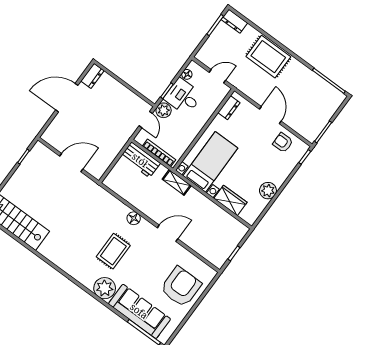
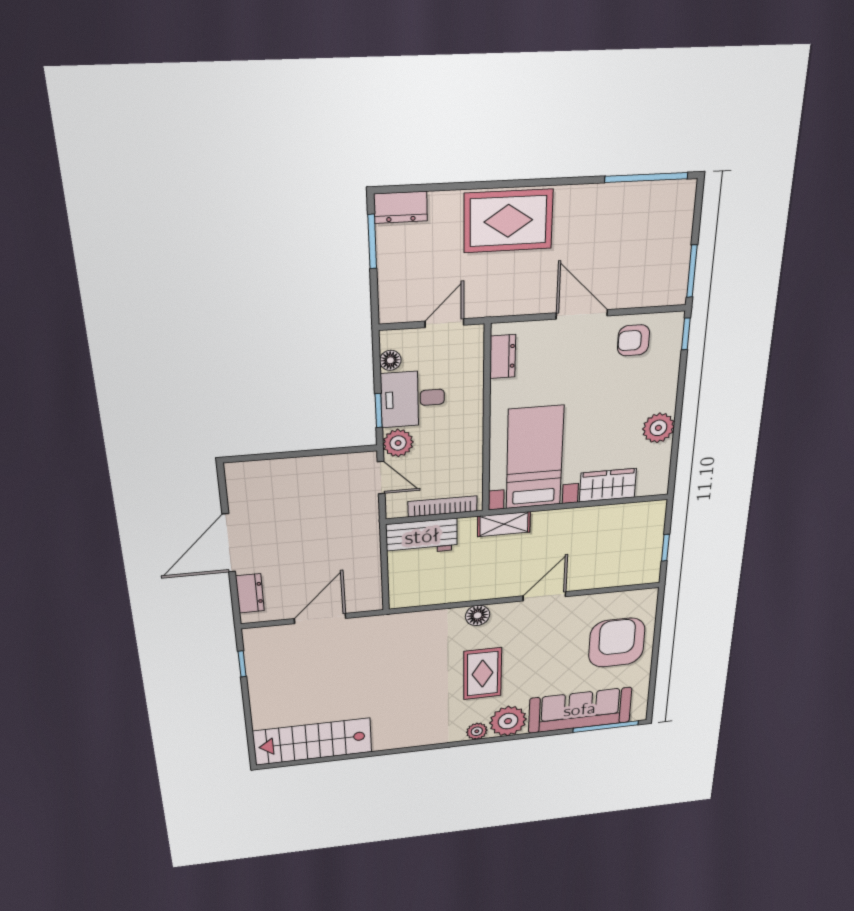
dresser: (92, 76) -> (250, 593), moved
plant: (87, 281) -> (477, 731), added

